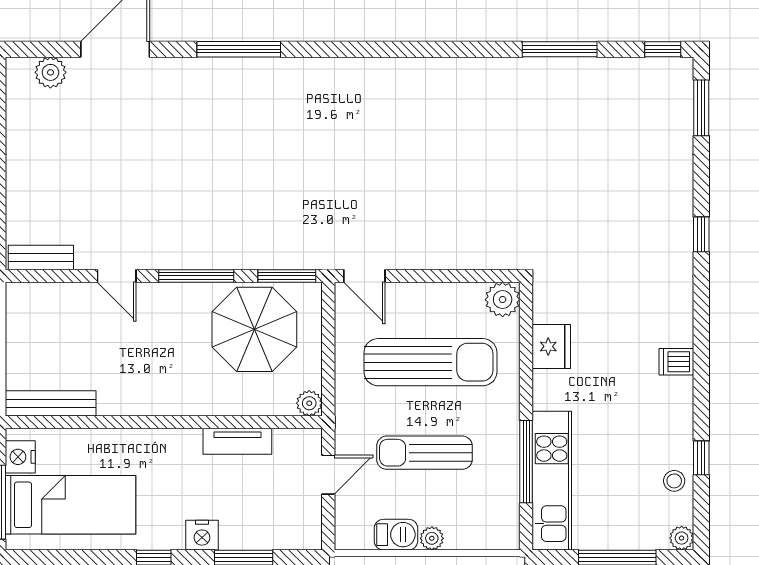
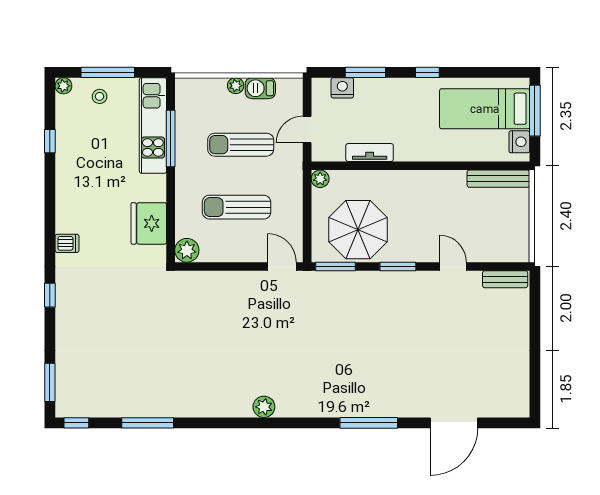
plant: (50, 72) -> (264, 407), moved
window: (196, 276) -> (398, 266), width x0.69
fridge: (551, 346) -> (149, 223), width x1.36, depth x1.34
sun lounger: (430, 362) -> (237, 207), width x0.73, depth x0.75
dishwasher: (676, 362) -> (67, 243), moved
sun lounger: (424, 453) -> (241, 145), turned 180
stool: (674, 481) -> (100, 96), moved
nightstand: (202, 535) -> (342, 88), moved

